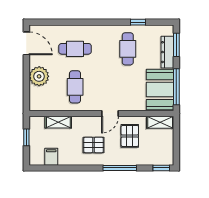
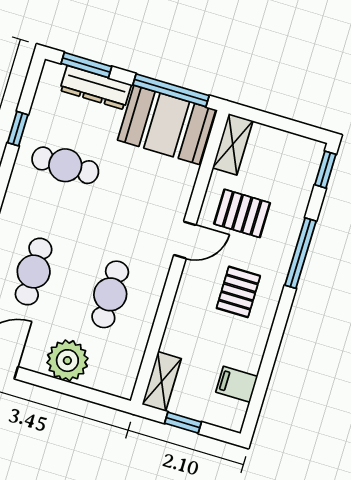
cafe table: (75, 87) -> (110, 294), turned 90
door: (110, 113) -> (185, 240), hinge flipped
shelving: (58, 122) -> (162, 381), moved

